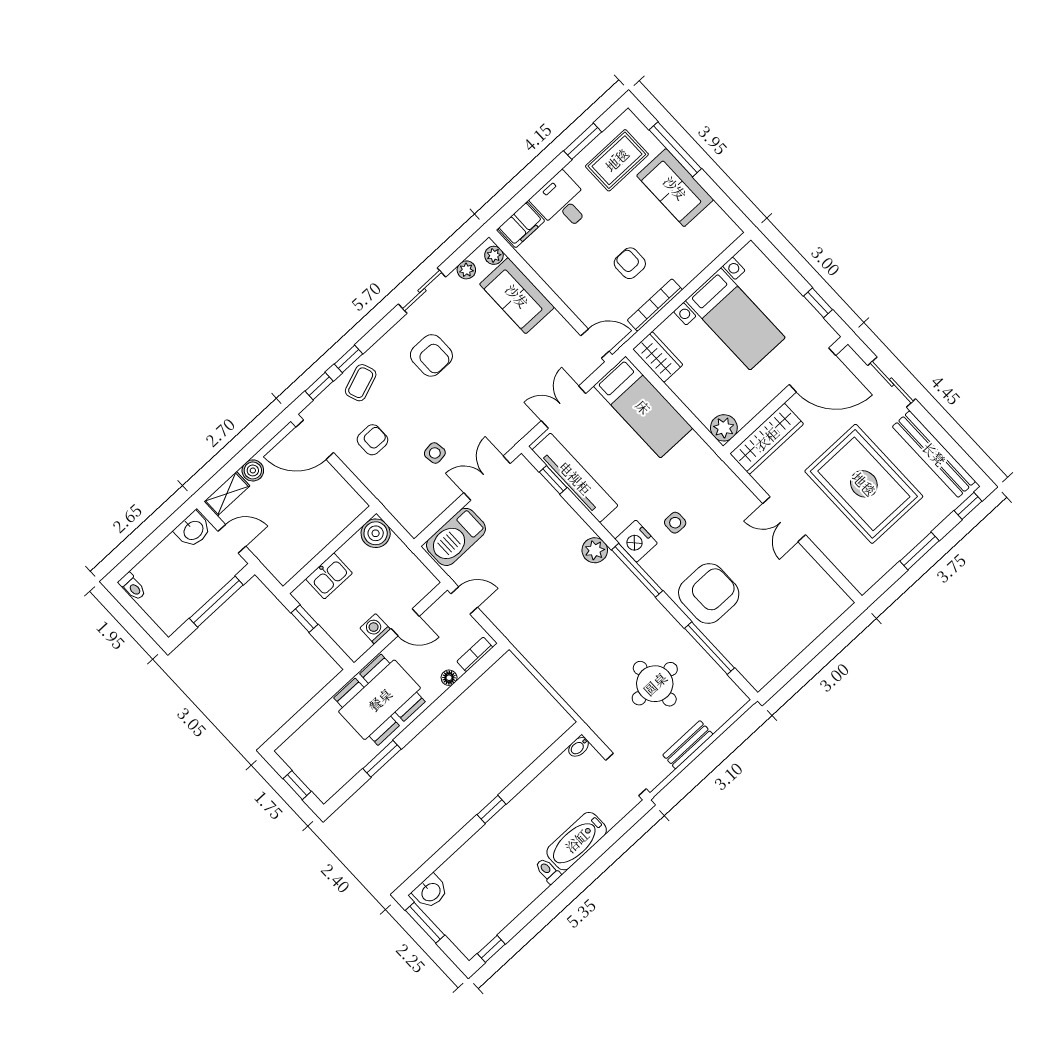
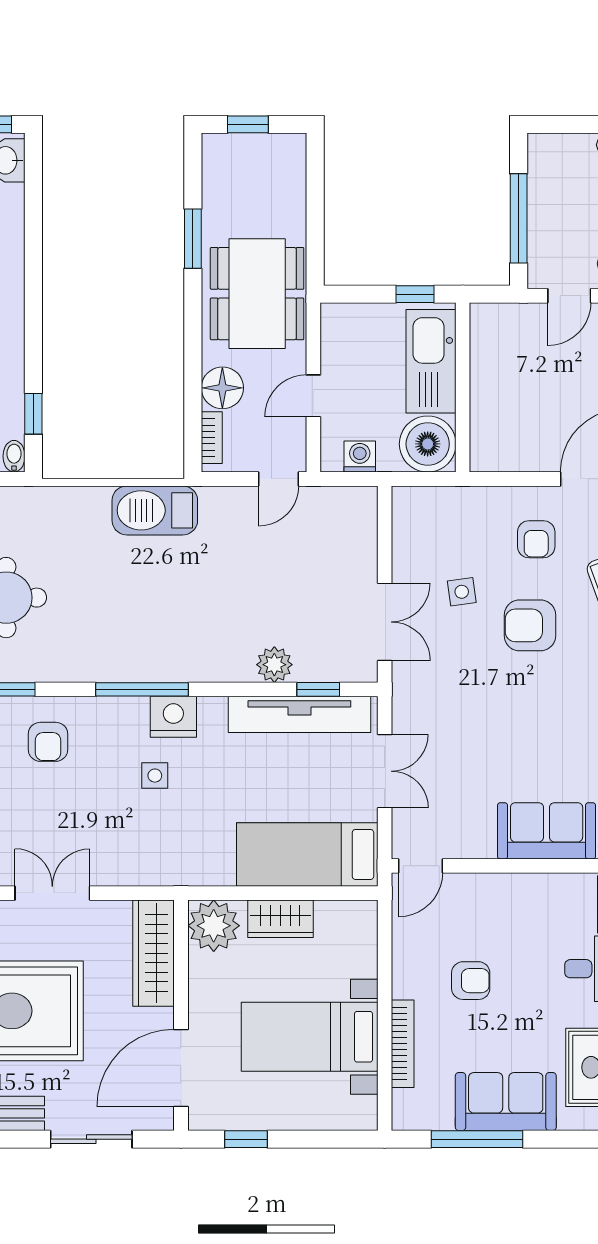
window: (675, 149) -> (477, 1139), moved
bookcase: (655, 305) -> (403, 1044), moved
armchair: (431, 355) -> (530, 625), moved
wardrobe: (658, 357) -> (280, 919), moved
plant: (724, 428) -> (214, 926), width x1.36, depth x1.36
boiler: (376, 533) -> (428, 444), width x1.37, depth x1.37
barbecue: (456, 537) -> (155, 510), moved, turned -90
plant: (595, 550) -> (274, 665), moved
kitchen sink: (329, 576) -> (431, 361), width x1.87, depth x1.24
armchair: (709, 593) -> (48, 742), width x0.53, depth x0.53
washing machine: (375, 629) -> (360, 456), moved, turned -90
floor lamp: (449, 678) -> (222, 388), width x1.89, depth x1.89
window: (491, 809) -> (33, 414), moved

